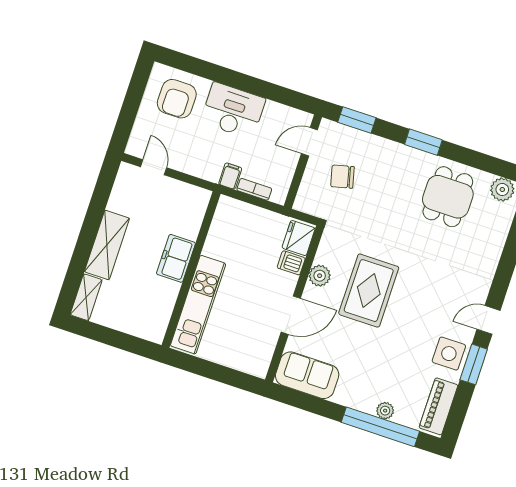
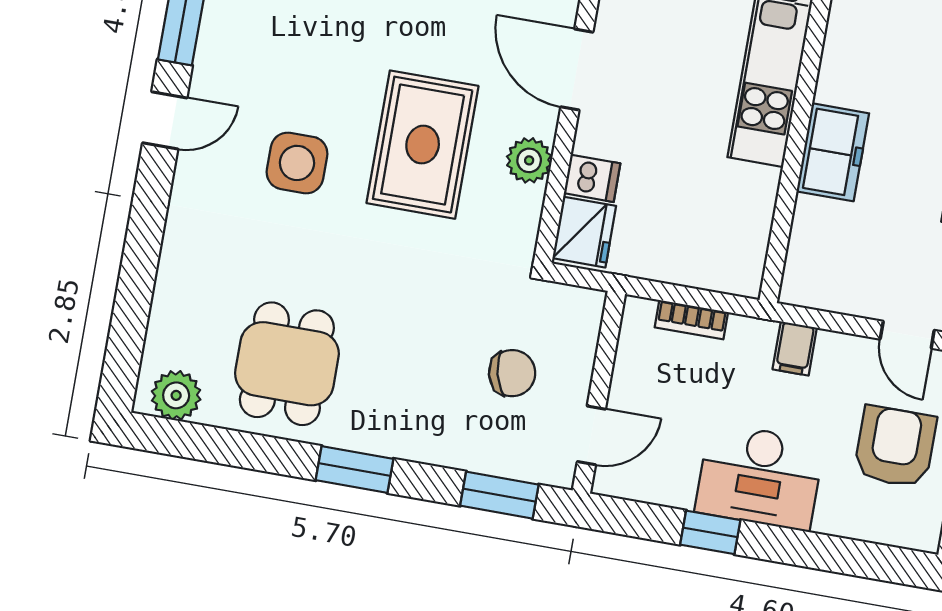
window: (260, 88) -> (710, 532), added
armchair: (177, 99) -> (895, 447), moved
filing cabinet: (230, 176) -> (795, 348), moved
door: (291, 315) -> (577, 70), hinge flipped
side table: (449, 354) -> (297, 163), moved

